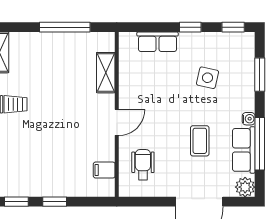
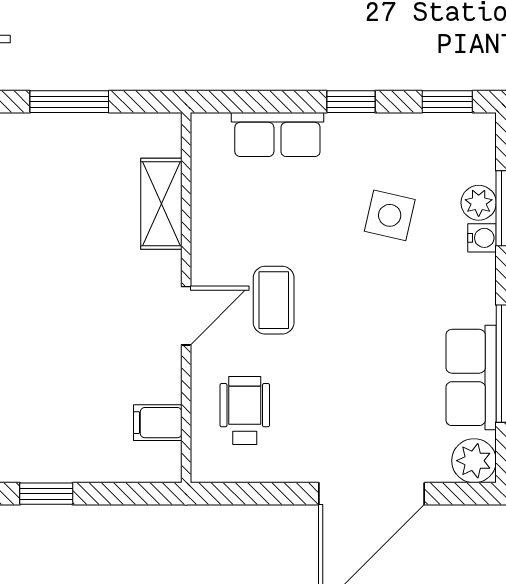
window: (65, 27) -> (69, 102), width x0.69
plant: (247, 72) -> (479, 203), added
water cooler: (249, 119) -> (482, 238), moved
coffee table: (200, 141) -> (274, 300), moved

